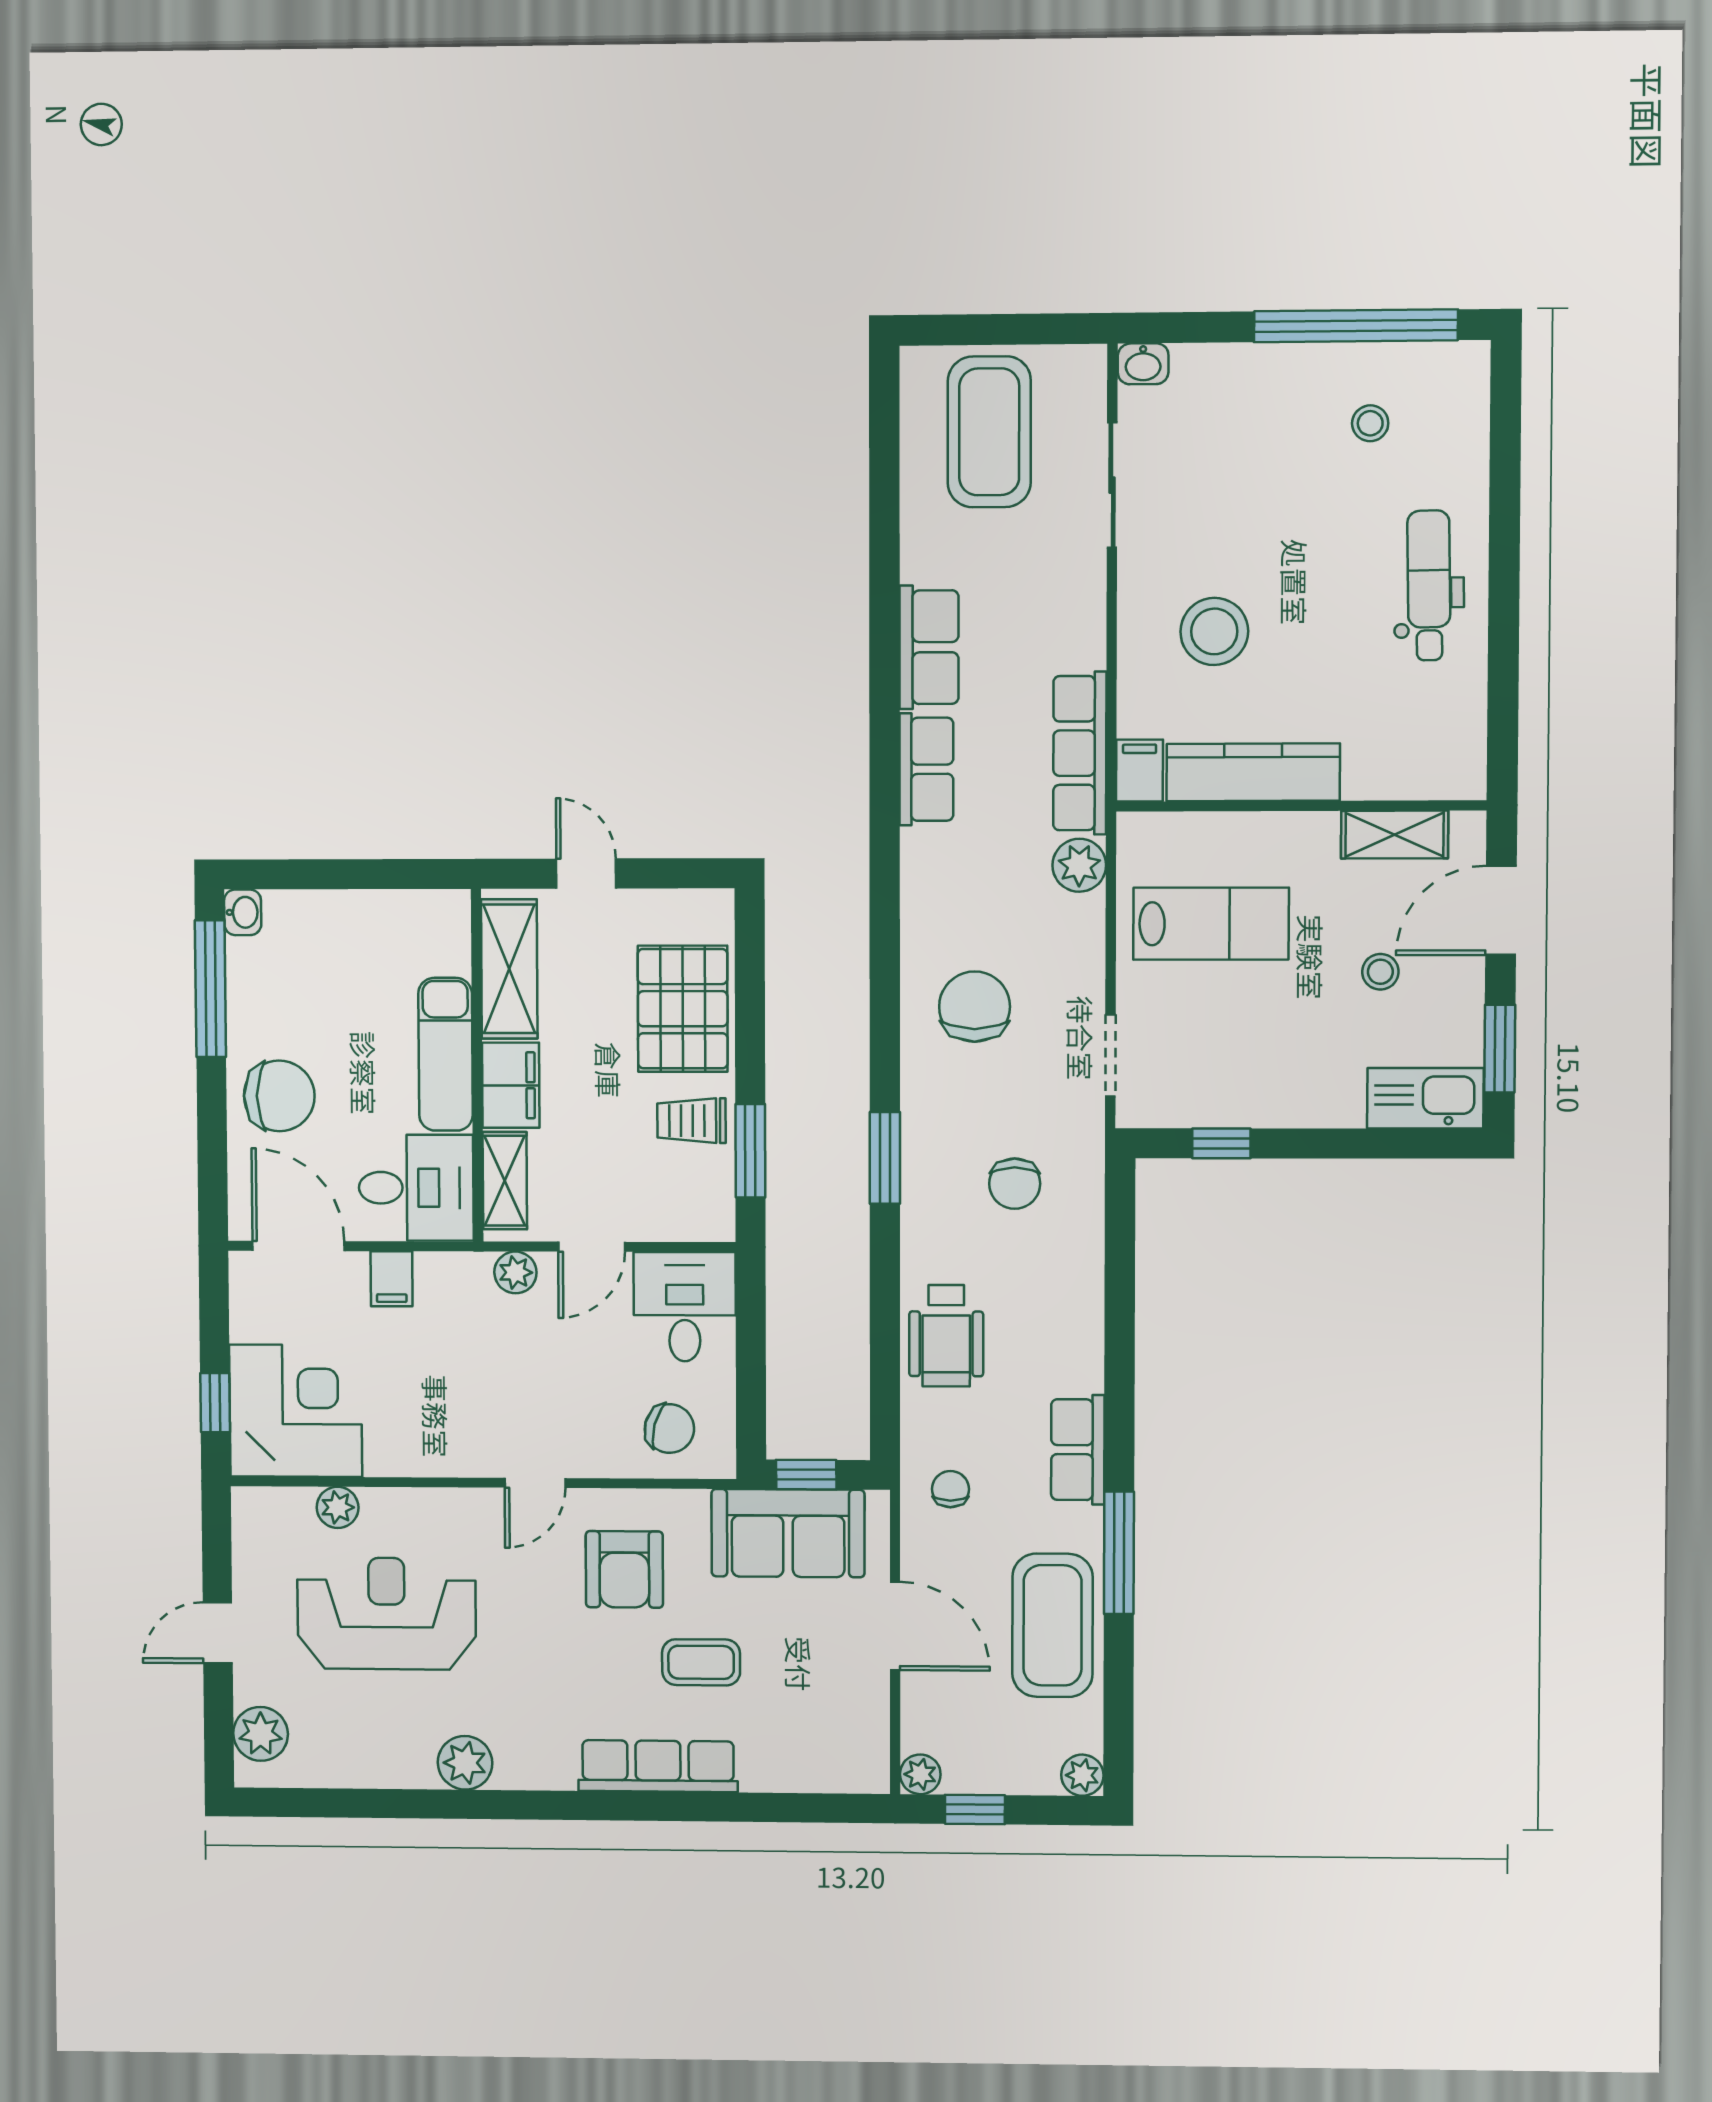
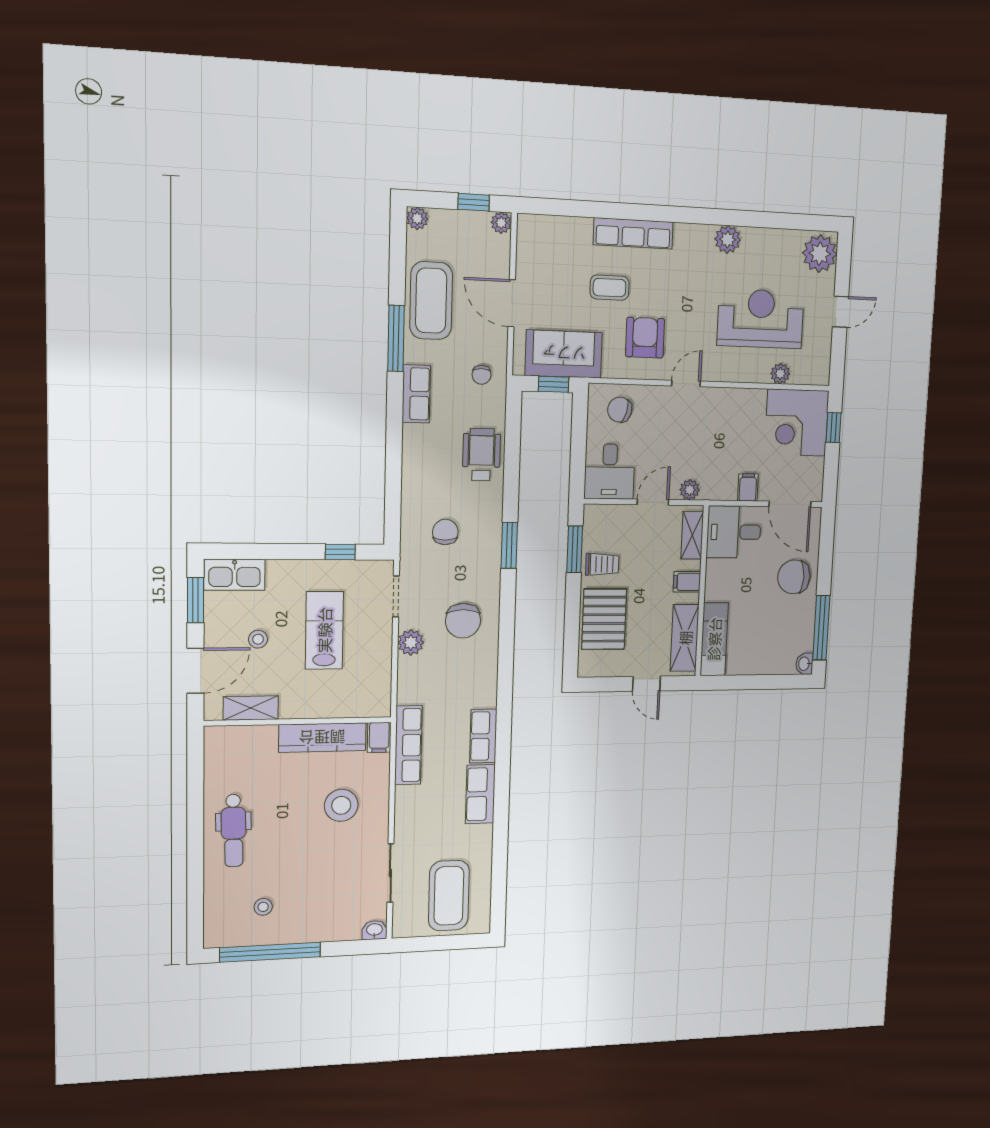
plant: (1079, 865) -> (411, 642), moved
lab bench: (1211, 924) -> (324, 630), moved, turned 90
exam couch: (446, 1054) -> (714, 639), moved
filing cabinet: (511, 1085) -> (687, 582), width x0.50
reception desk: (387, 1614) -> (761, 319), turned 180
plant: (261, 1734) -> (820, 254), width x1.36, depth x1.36

